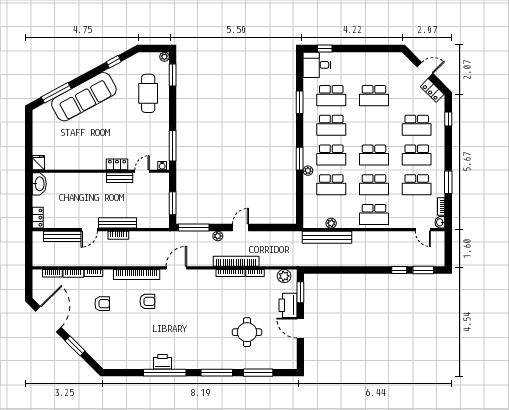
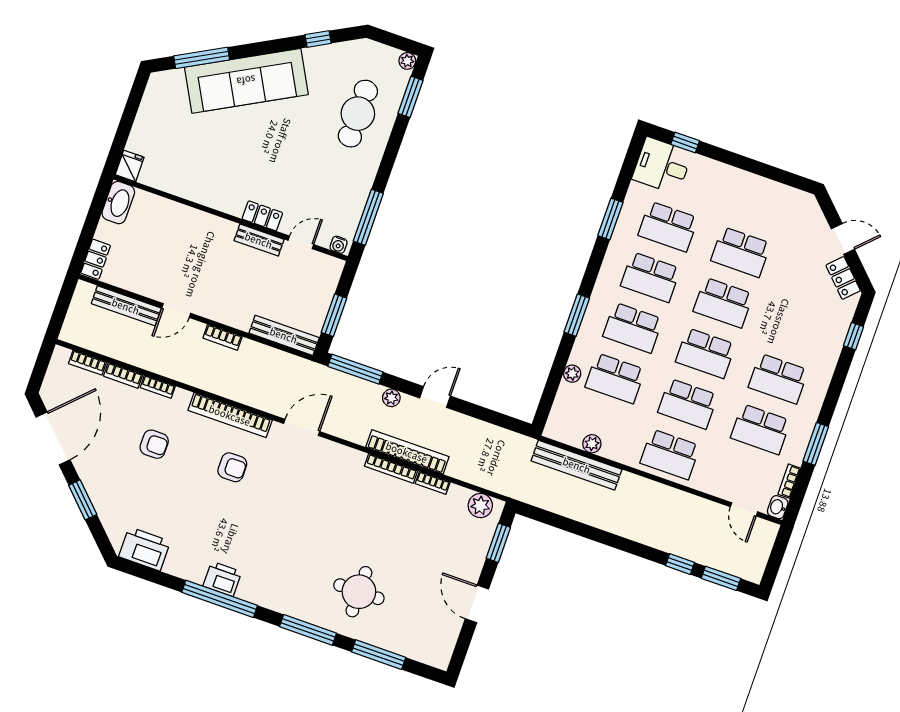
school desk: (417, 125) -> (723, 303), moved
plant: (308, 171) -> (572, 374), moved
bench: (117, 223) -> (284, 335), moved
printer: (288, 305) -> (145, 549), moved, turned 90
round table: (247, 332) -> (359, 592), moved

